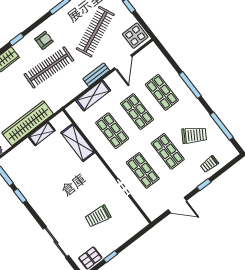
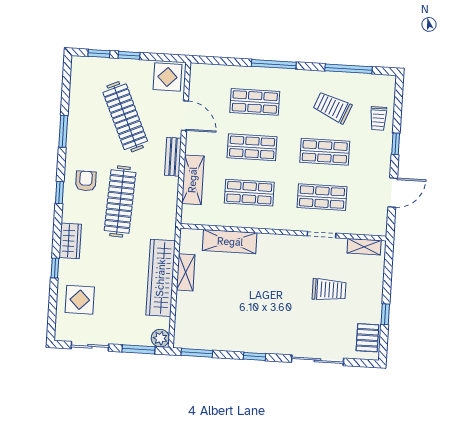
window: (16, 39) -> (59, 192), moved
trolley: (194, 135) -> (332, 107), turned -100
window: (20, 196) -> (254, 356), moved
shelving: (136, 215) -> (364, 247), added
trolley: (98, 216) -> (329, 290), turned -99

